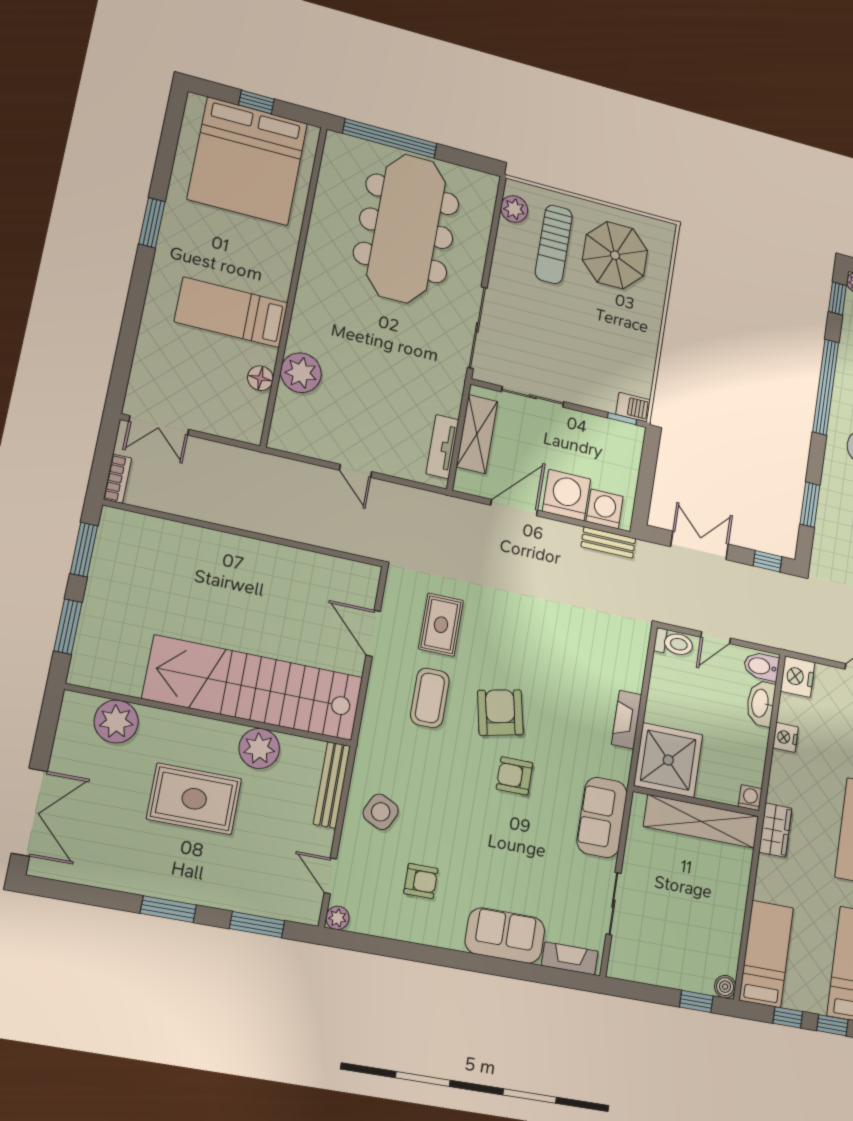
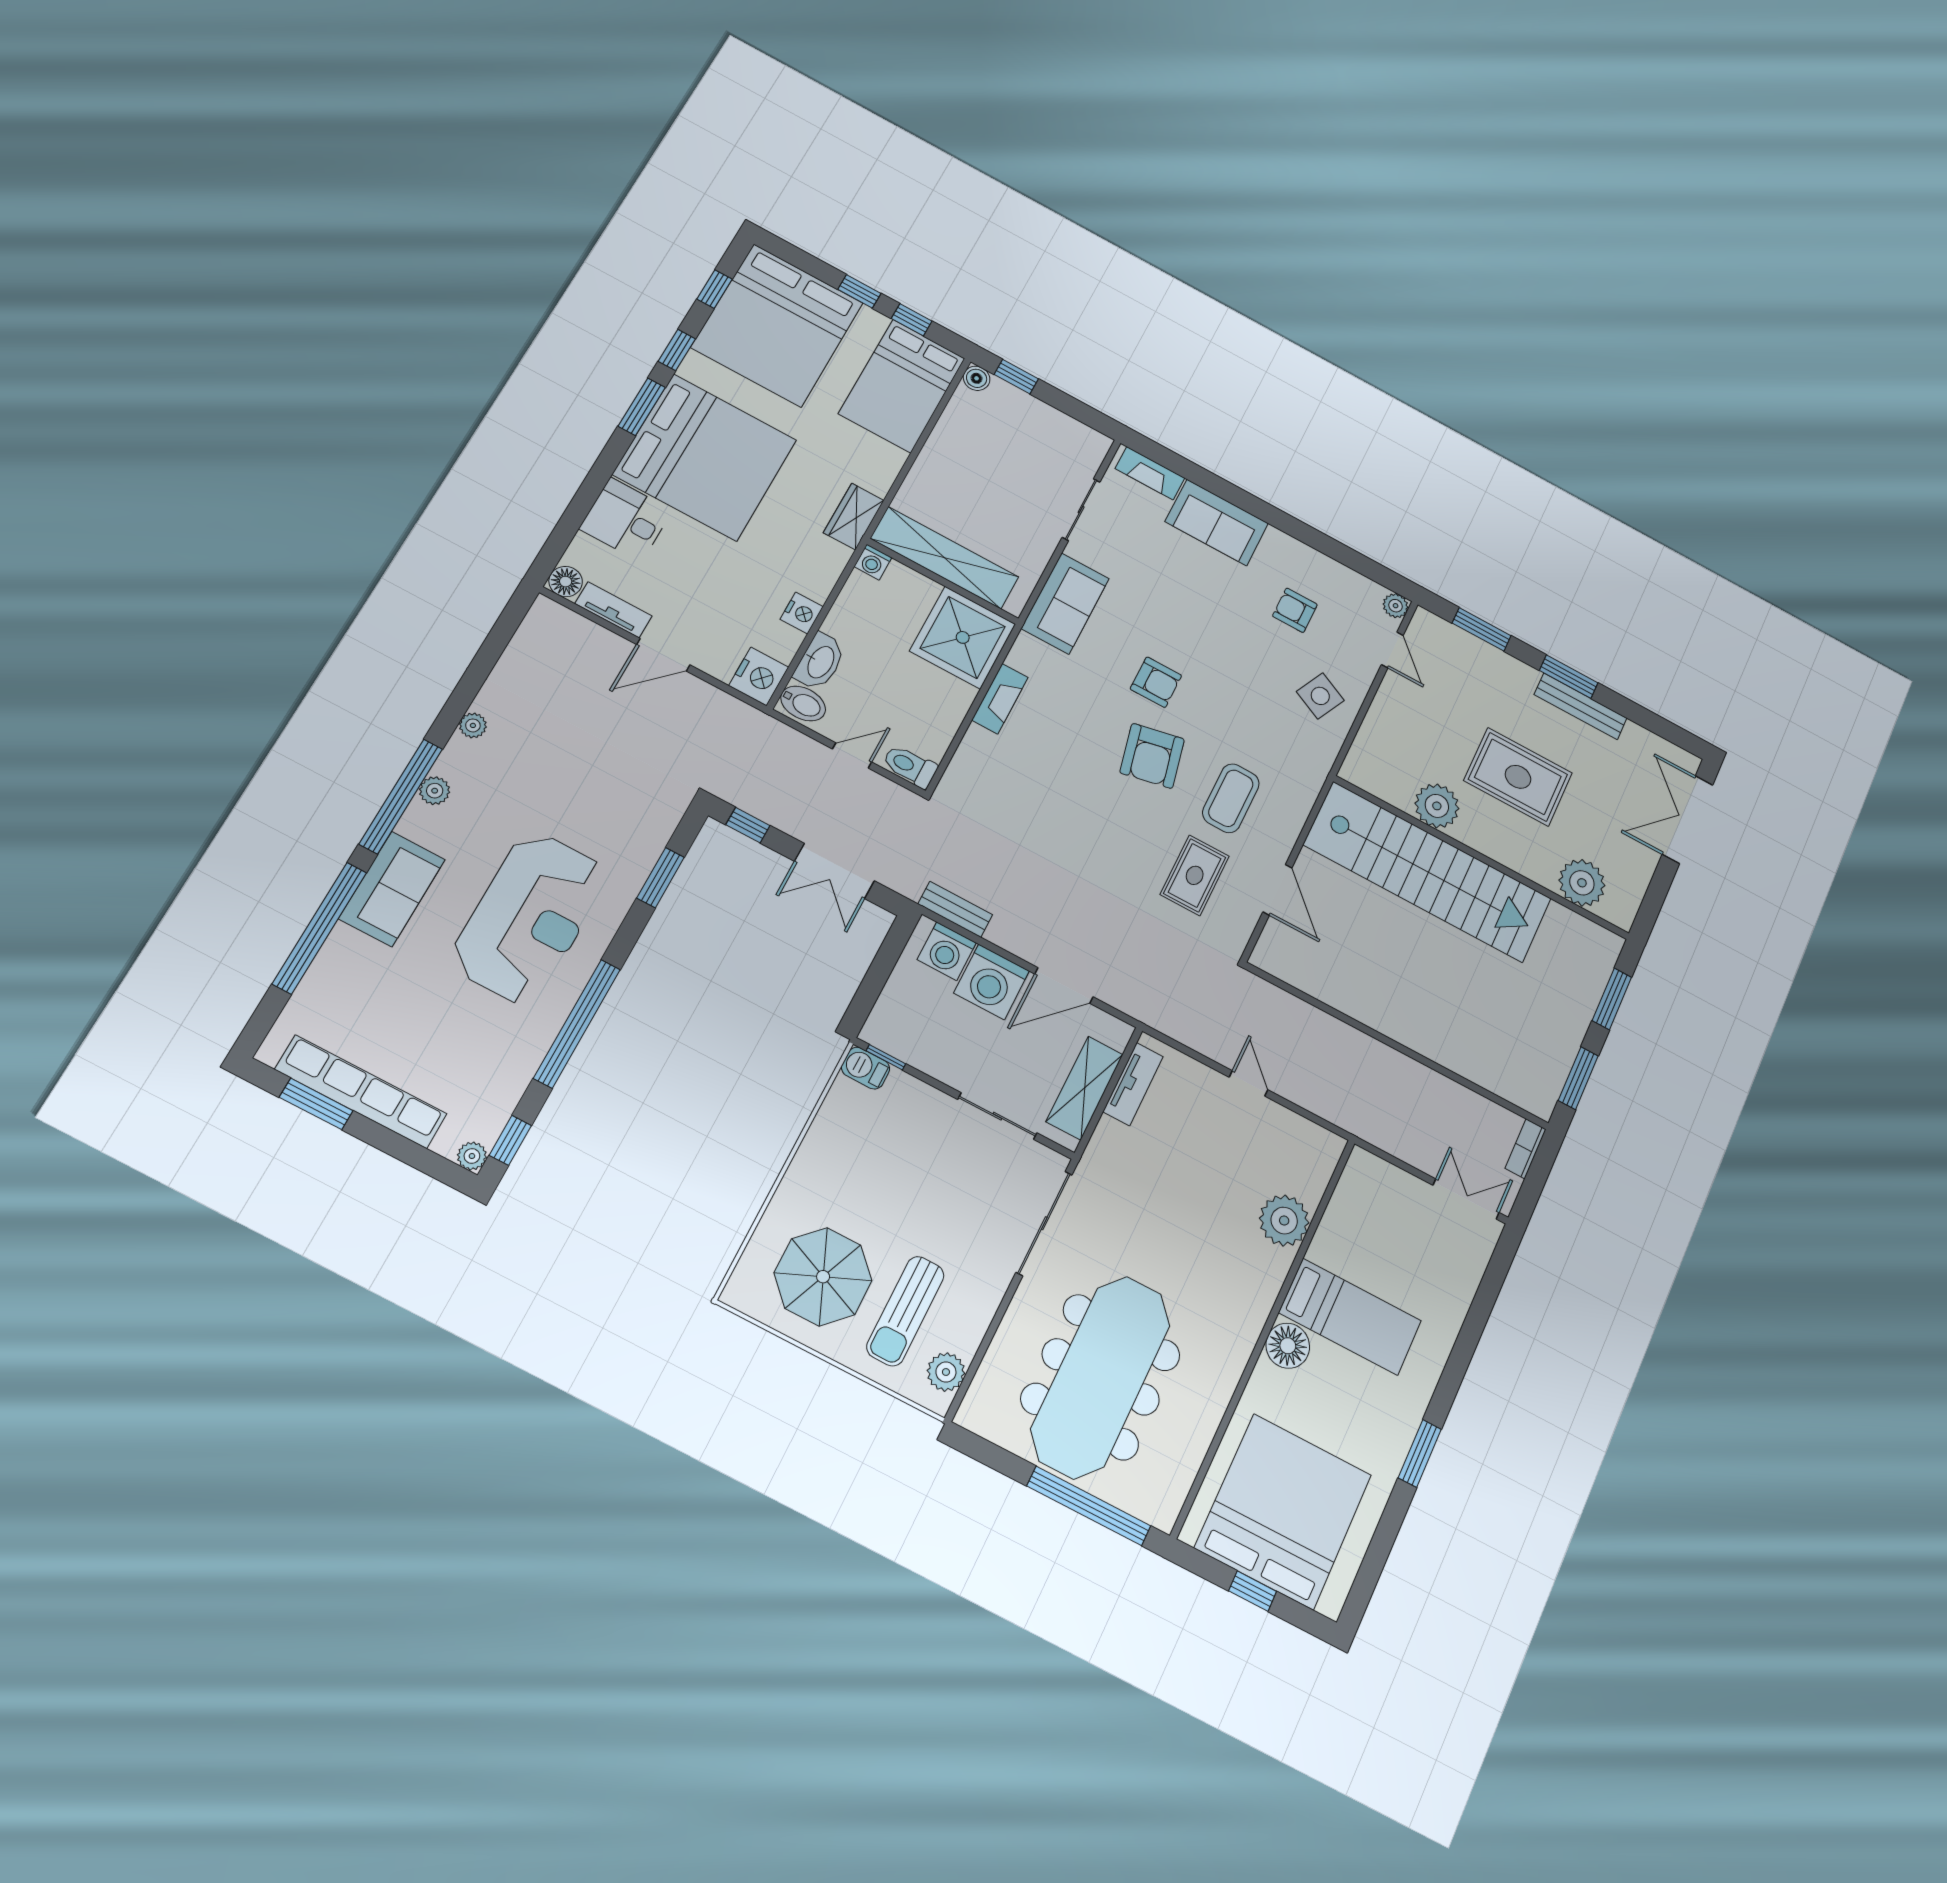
sun lounger: (554, 244) -> (905, 1311), turned 180
floor lamp: (260, 378) -> (1288, 1346), moved, width x1.38, depth x1.38
bench: (332, 785) -> (1581, 706), moved, turned 90
bed: (766, 954) -> (902, 386), width x1.50

